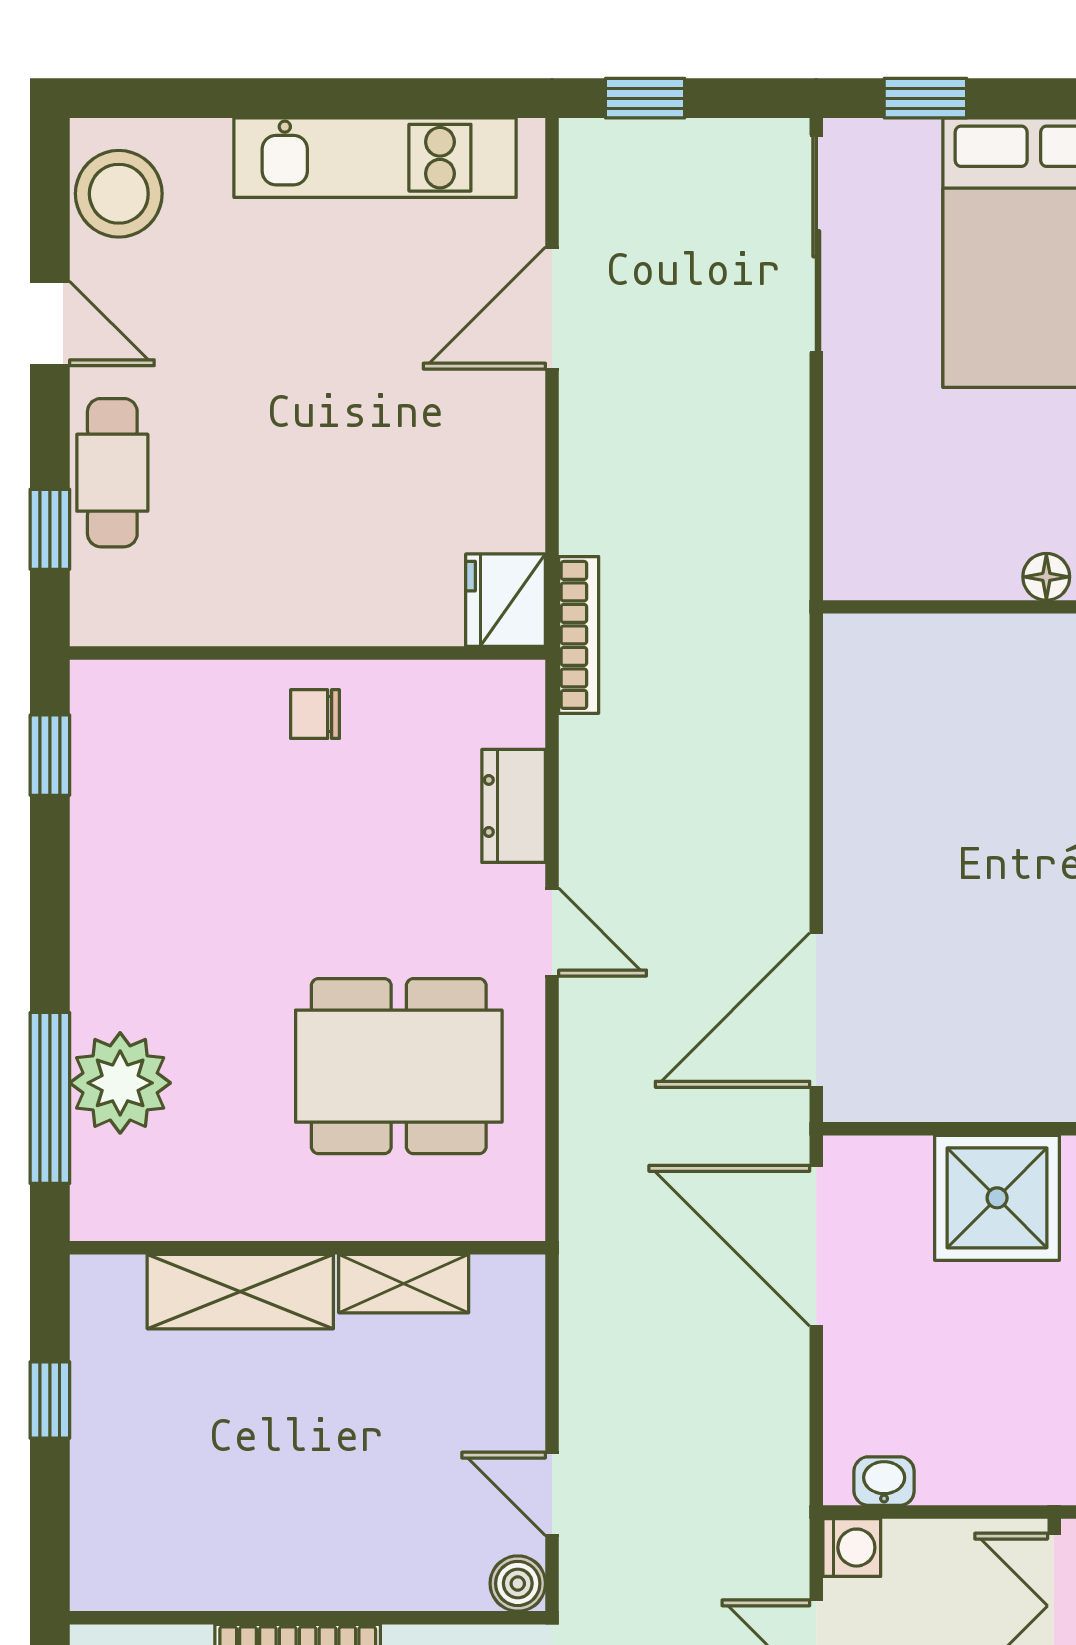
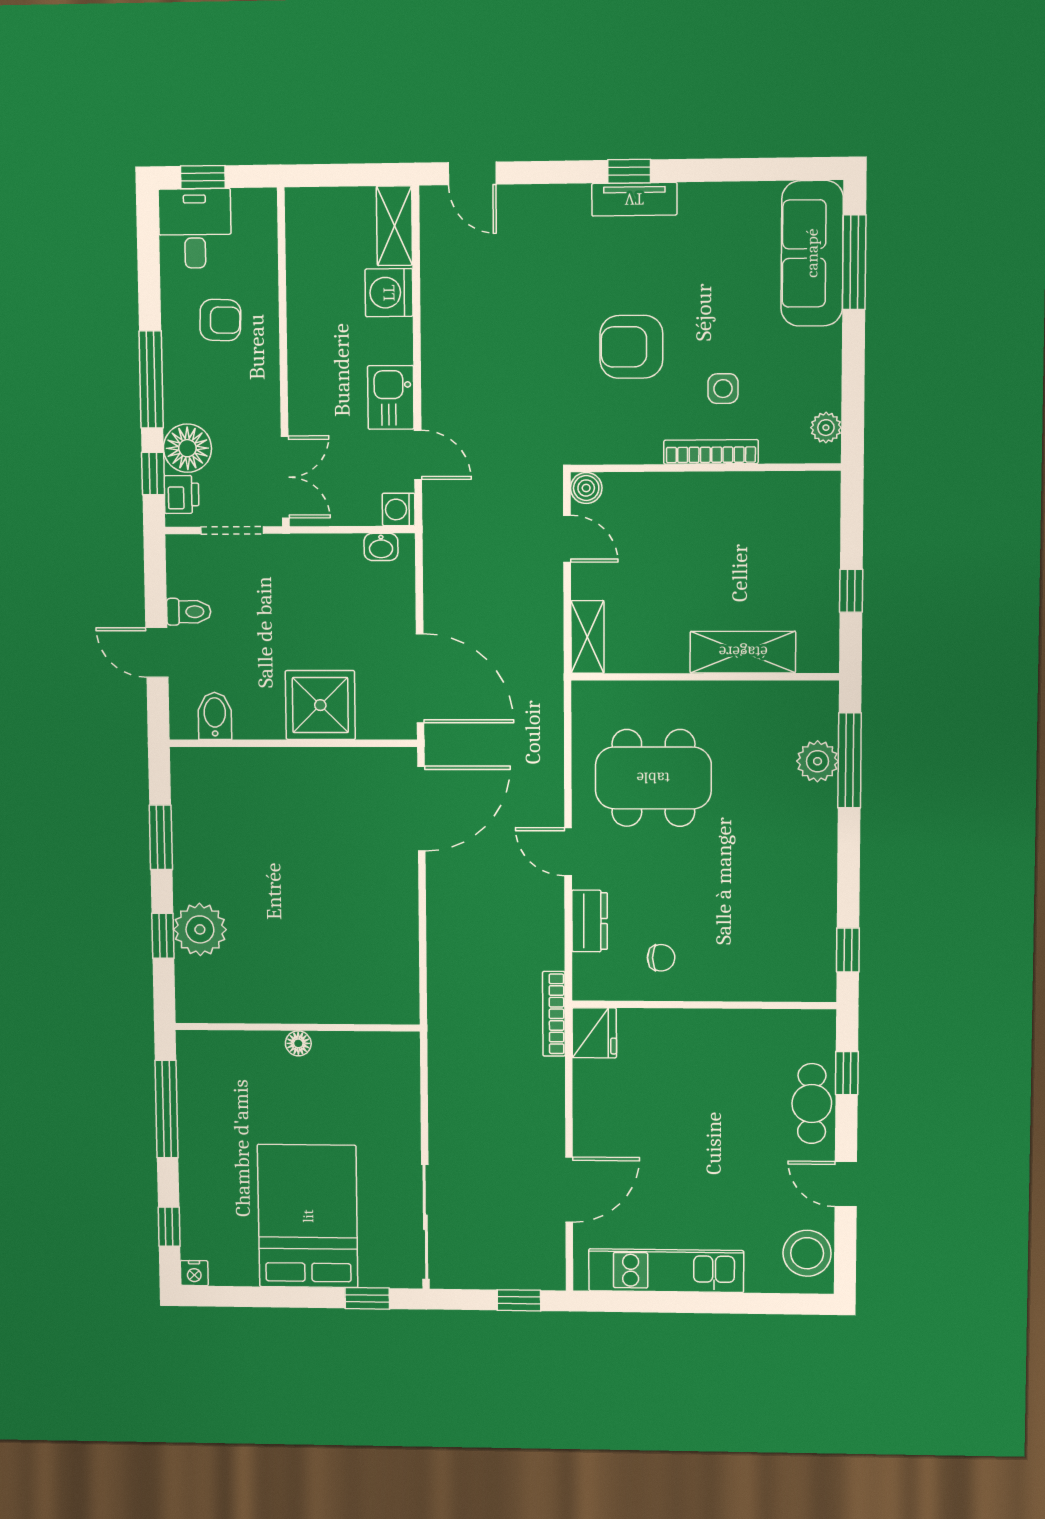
chair: (315, 714) -> (661, 958), moved
plant: (120, 1083) -> (818, 761), width x0.73, depth x0.73
shelving: (404, 1284) -> (587, 637), moved, turned 90

